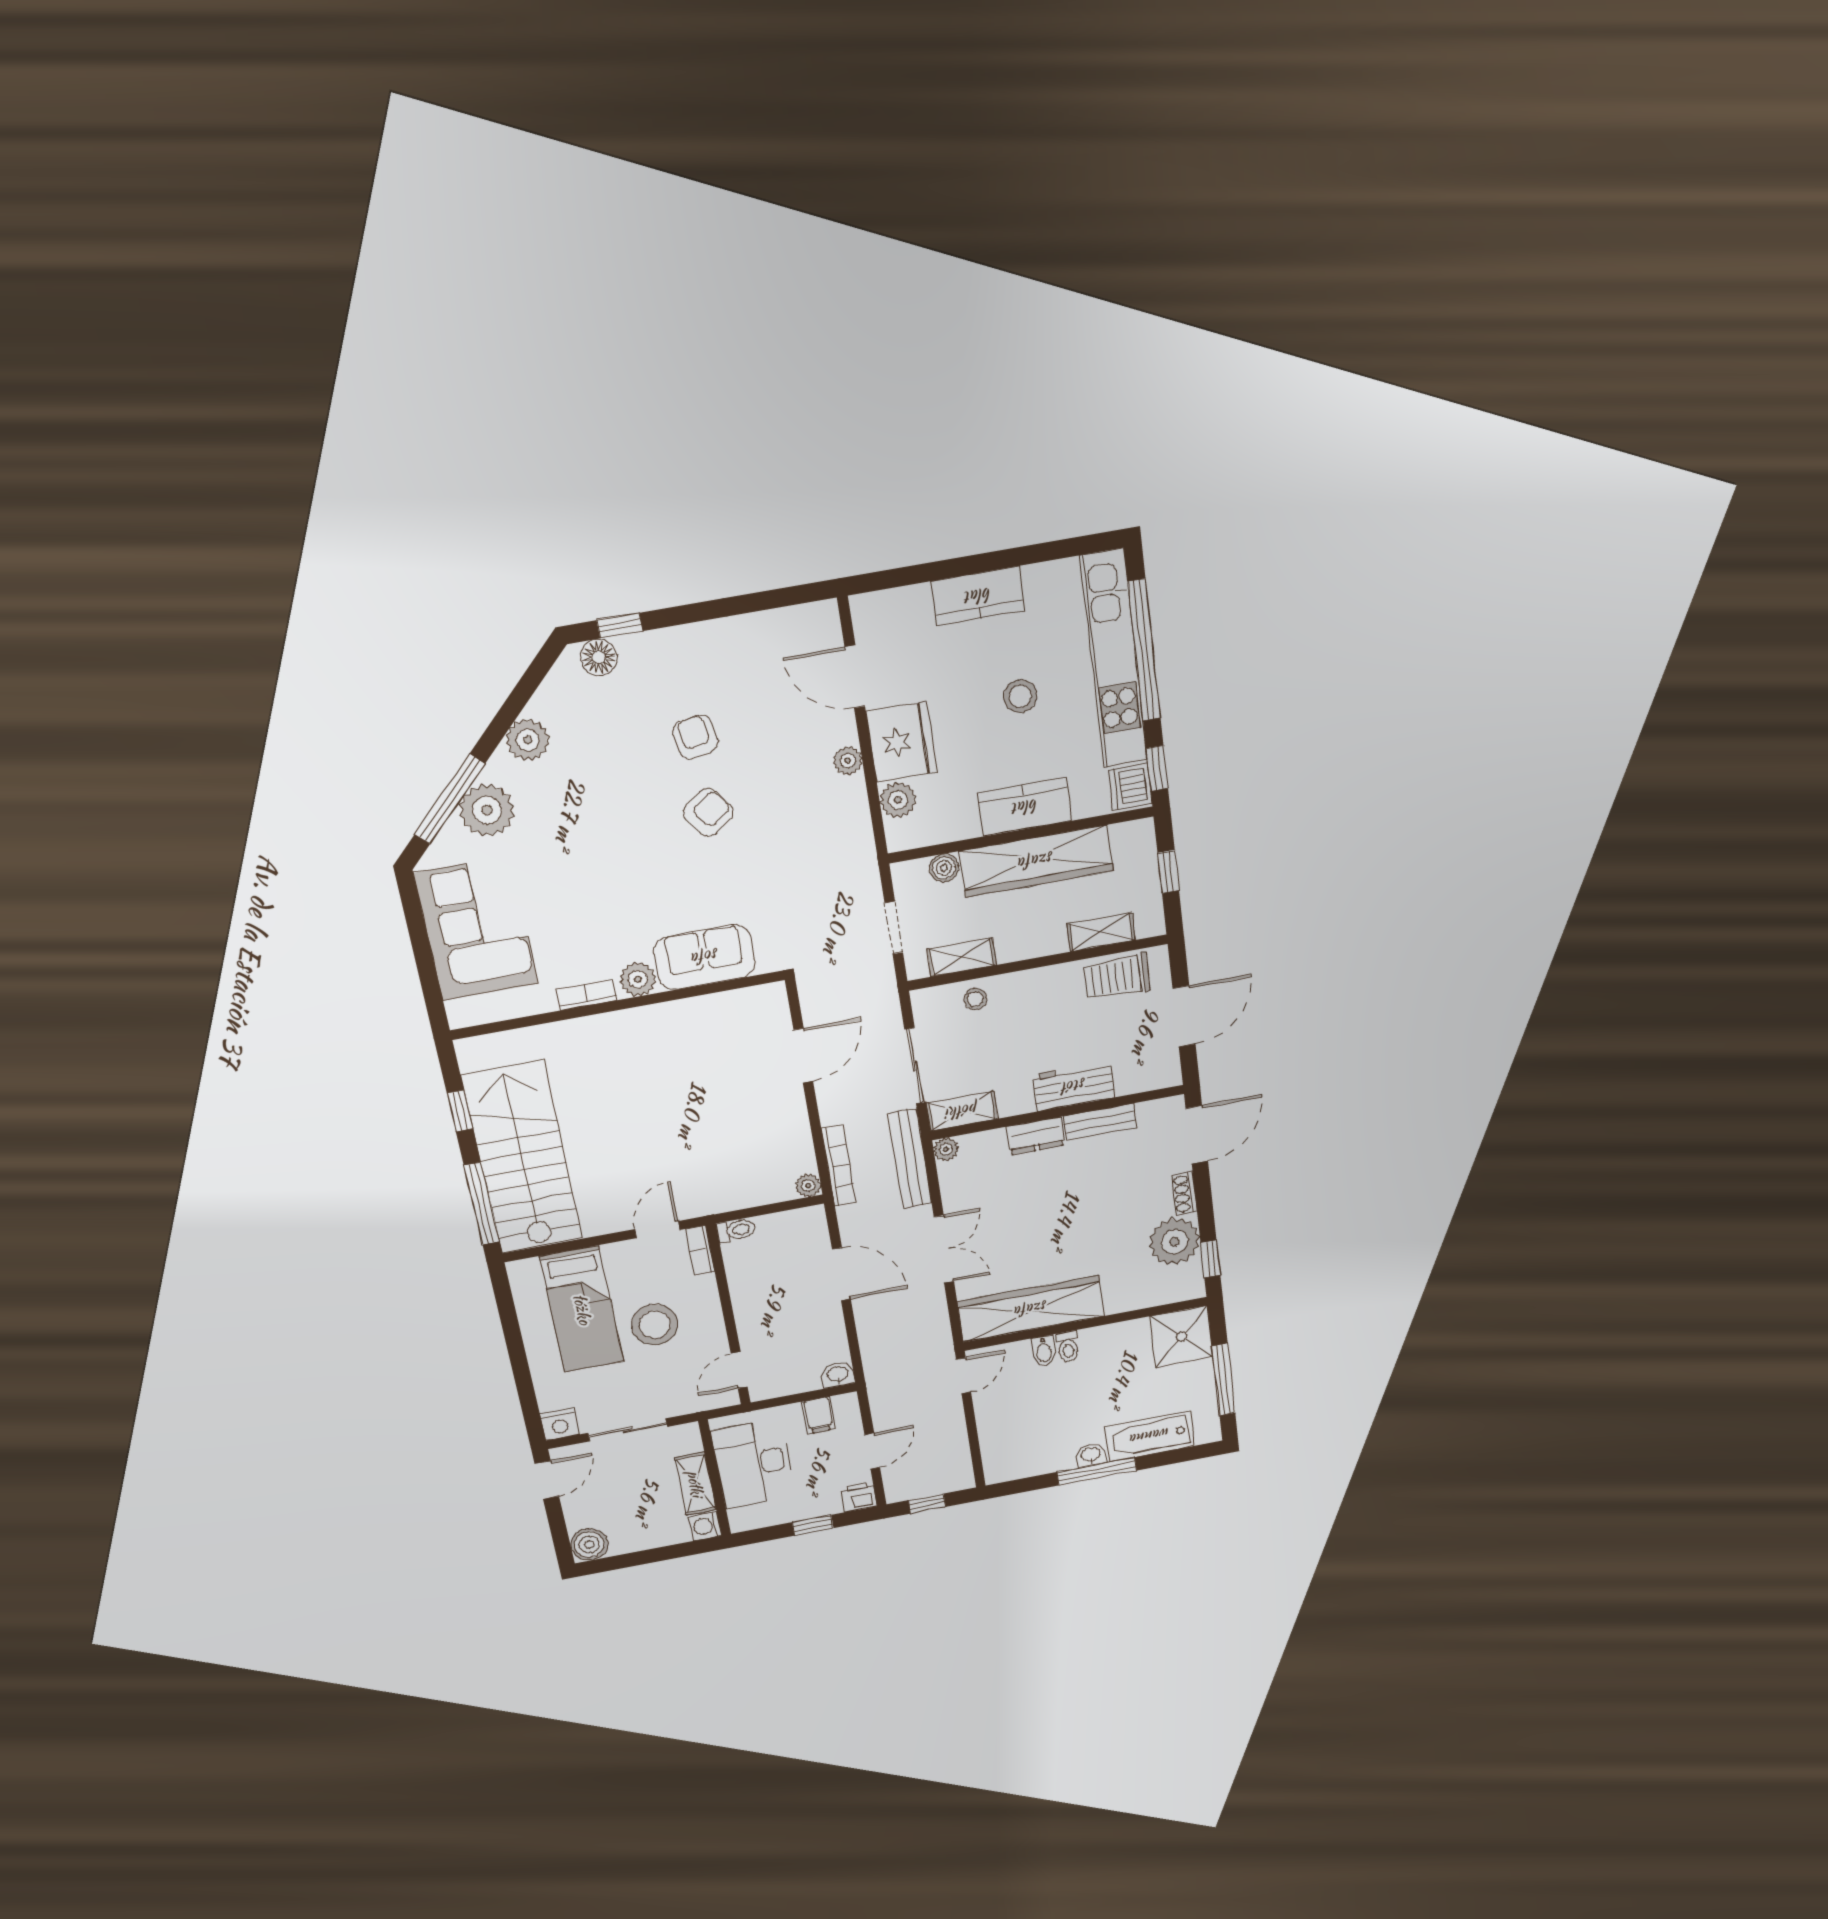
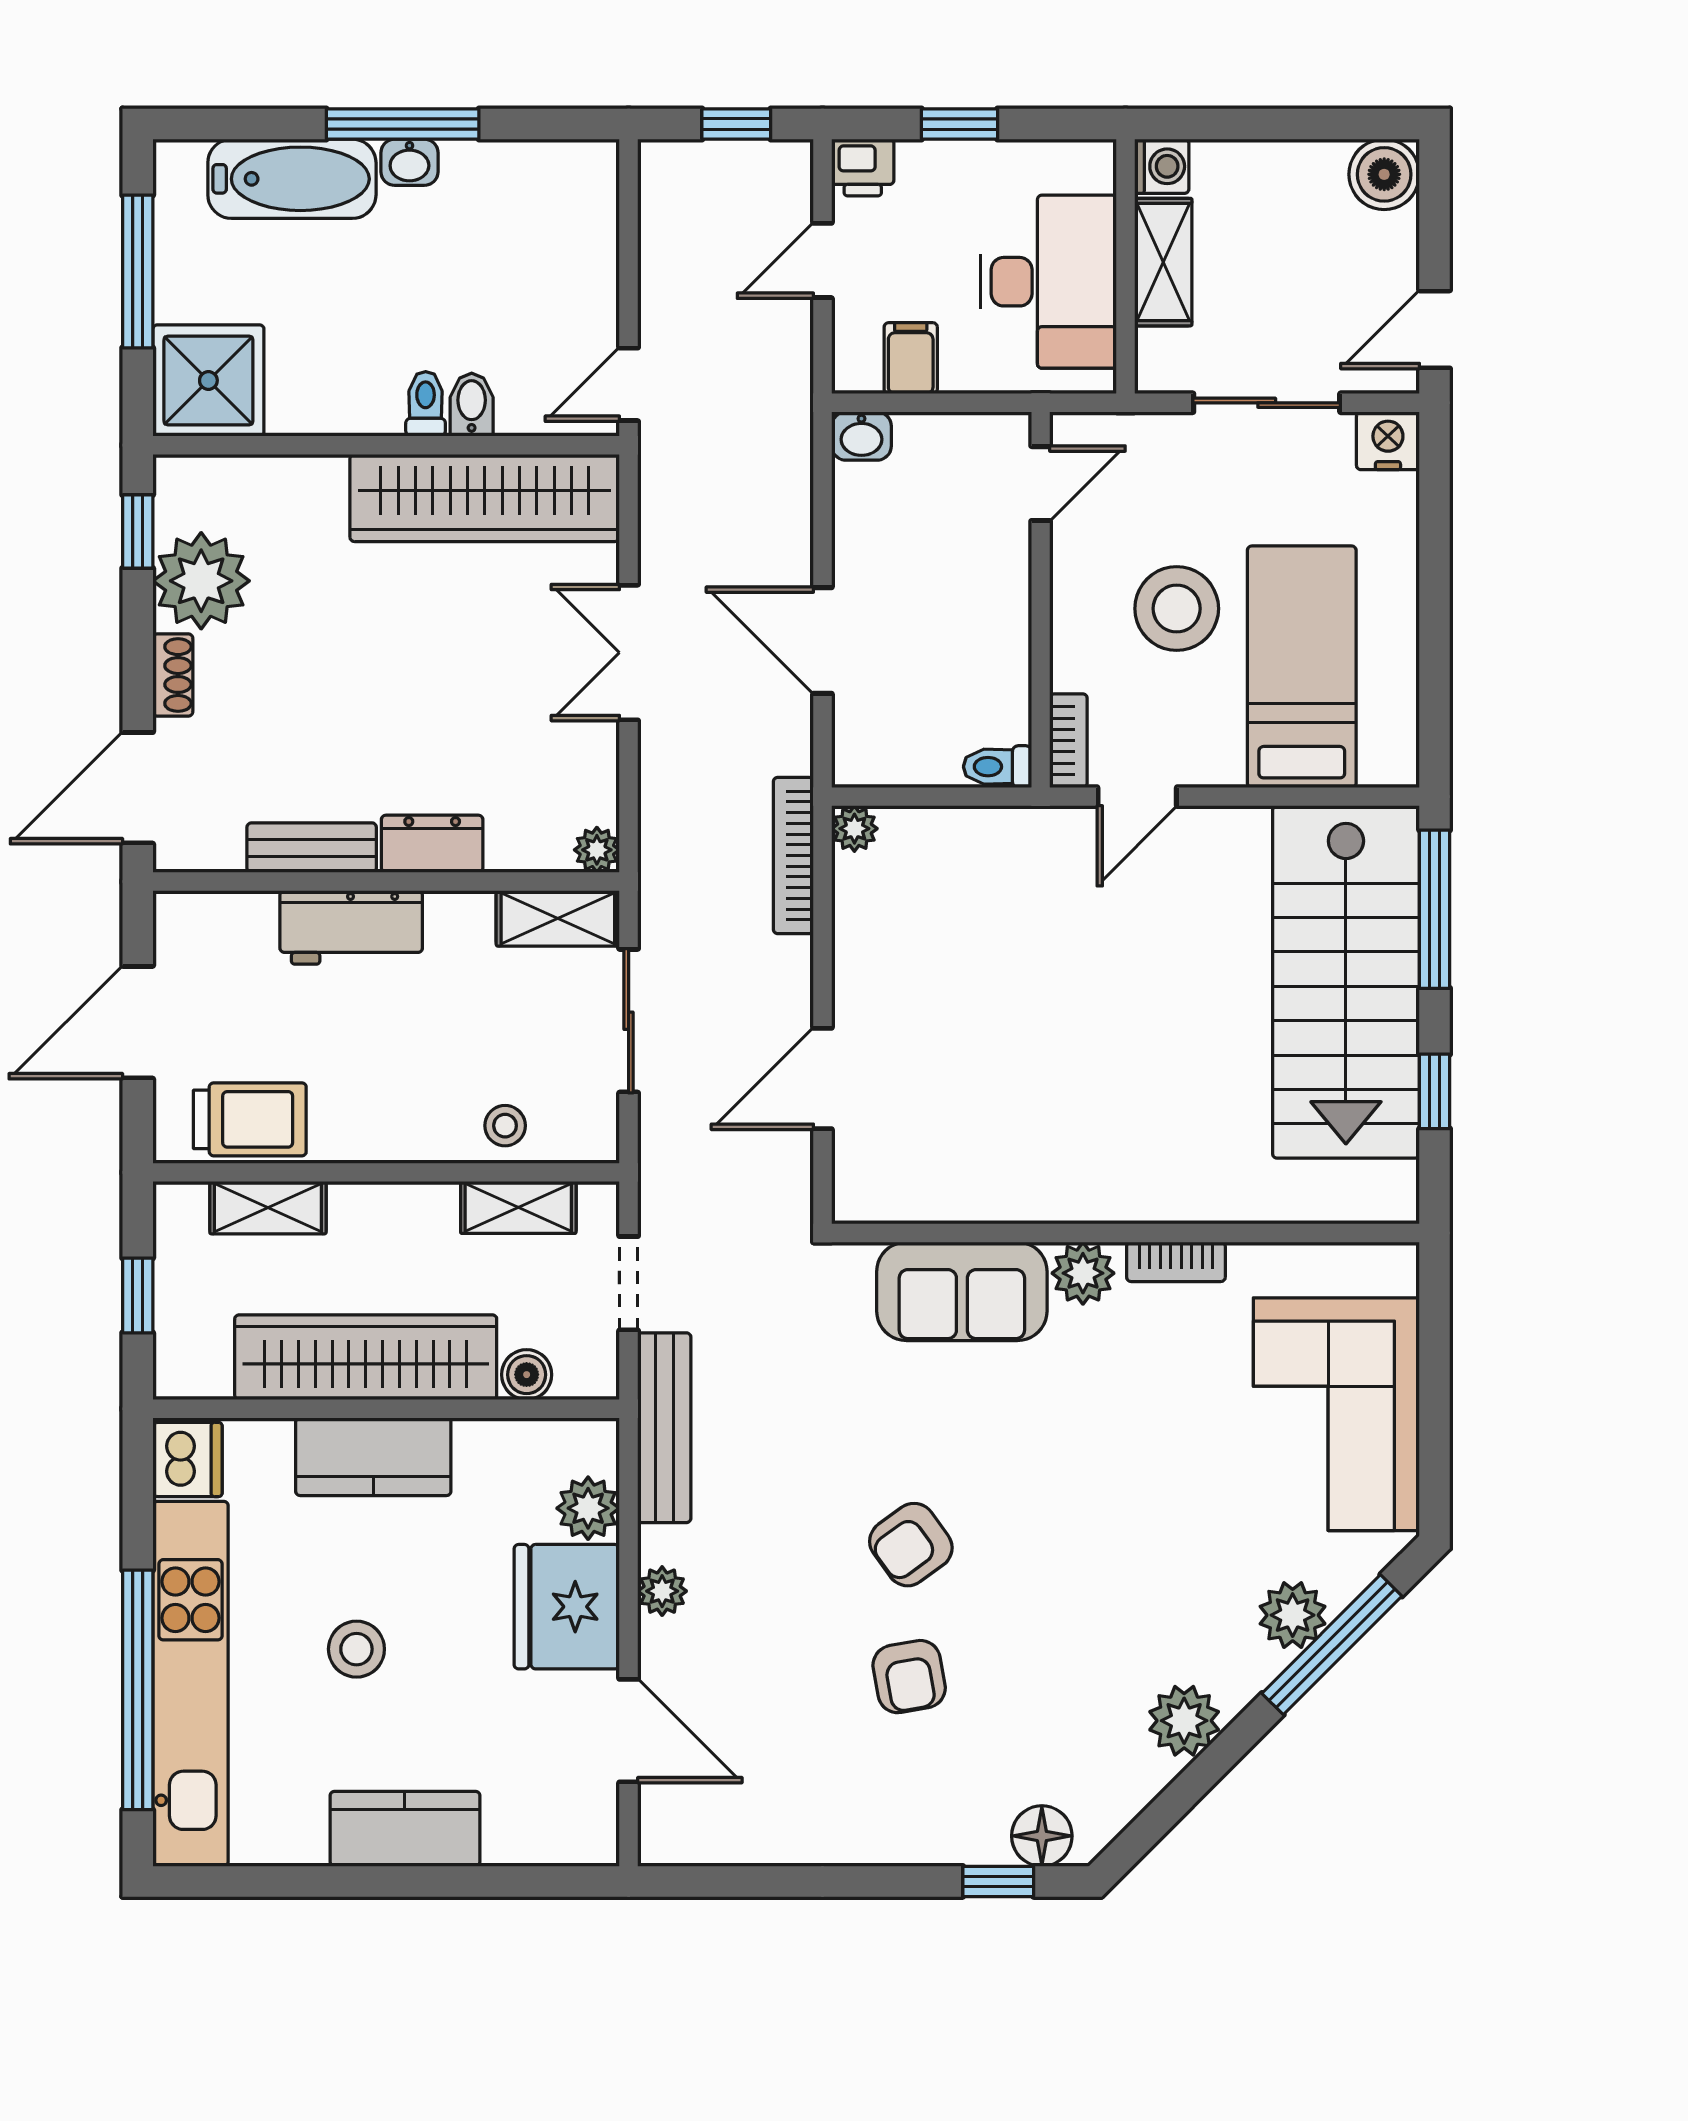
window: (1157, 768) -> (138, 1483), removed
plant: (487, 810) -> (1293, 1615), width x0.73, depth x0.73
bench: (910, 1159) -> (664, 1428), moved

